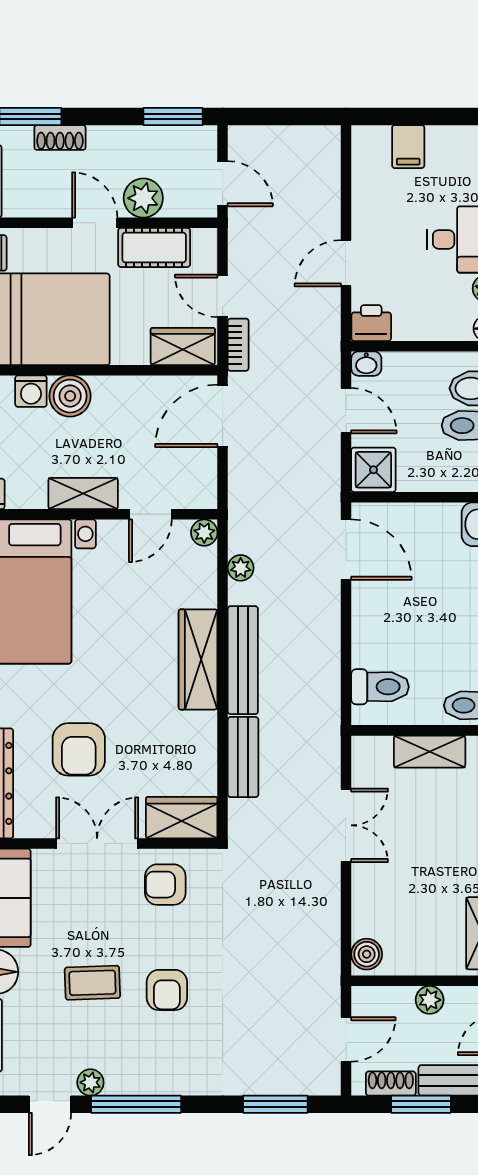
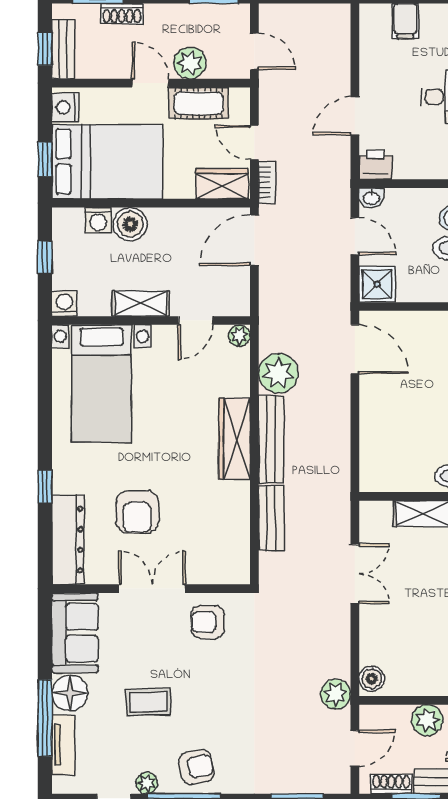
plant: (241, 568) -> (278, 373), width x1.88, depth x1.88
toilet: (380, 687) -> (383, 461), removed
wardrobe: (182, 818) -> (221, 568), removed
plant: (322, 973) -> (336, 694), added
armchair: (167, 990) -> (196, 767), moved, turned -101
plant: (430, 1000) -> (427, 720), width x1.38, depth x1.38

